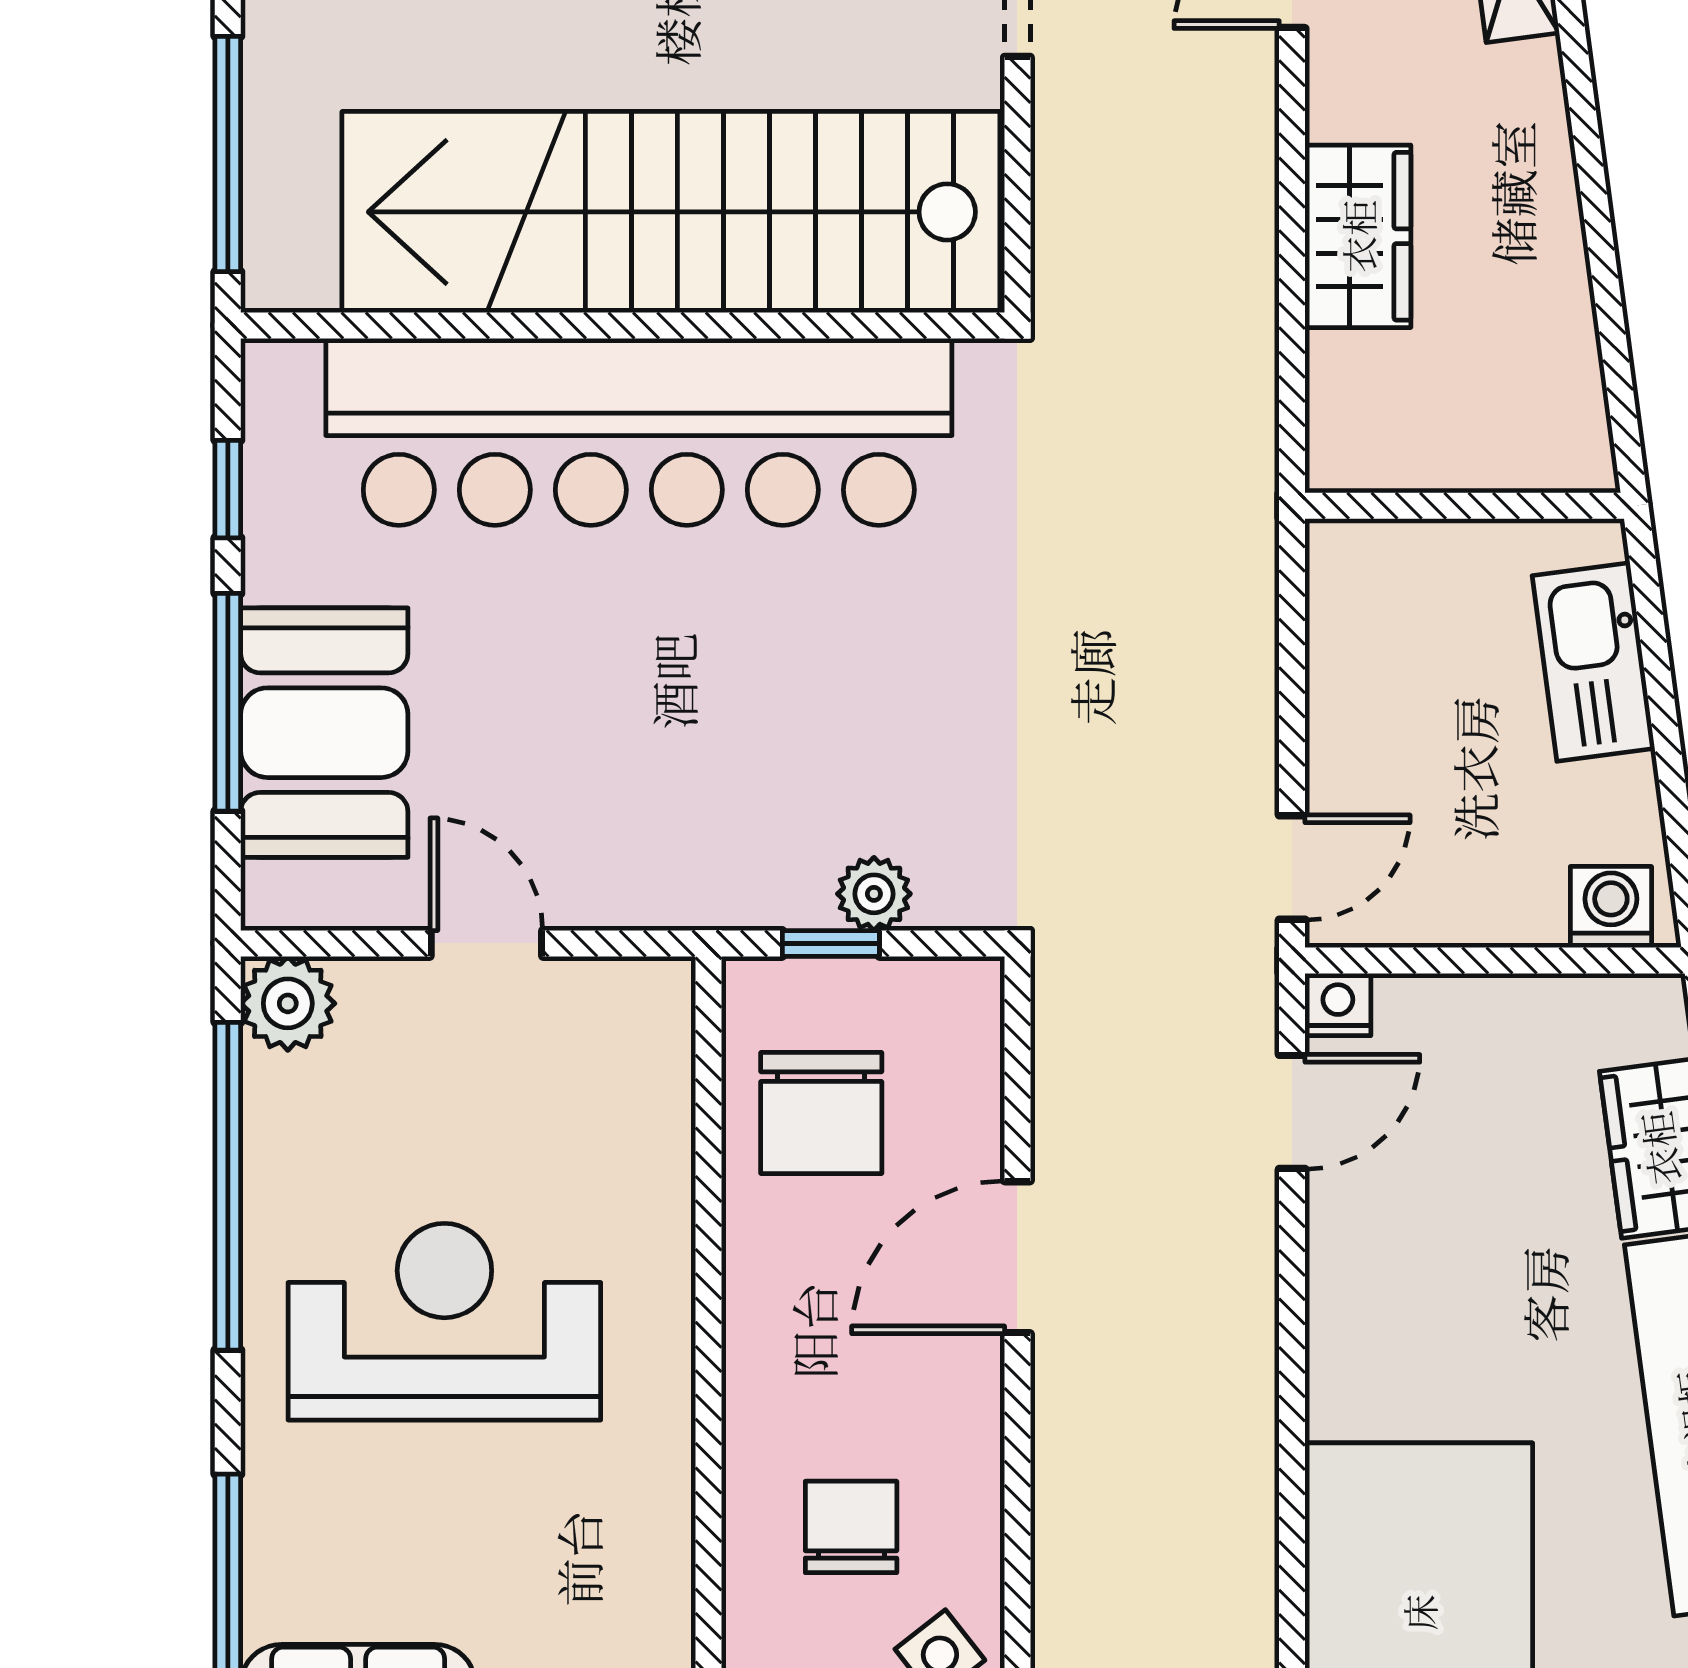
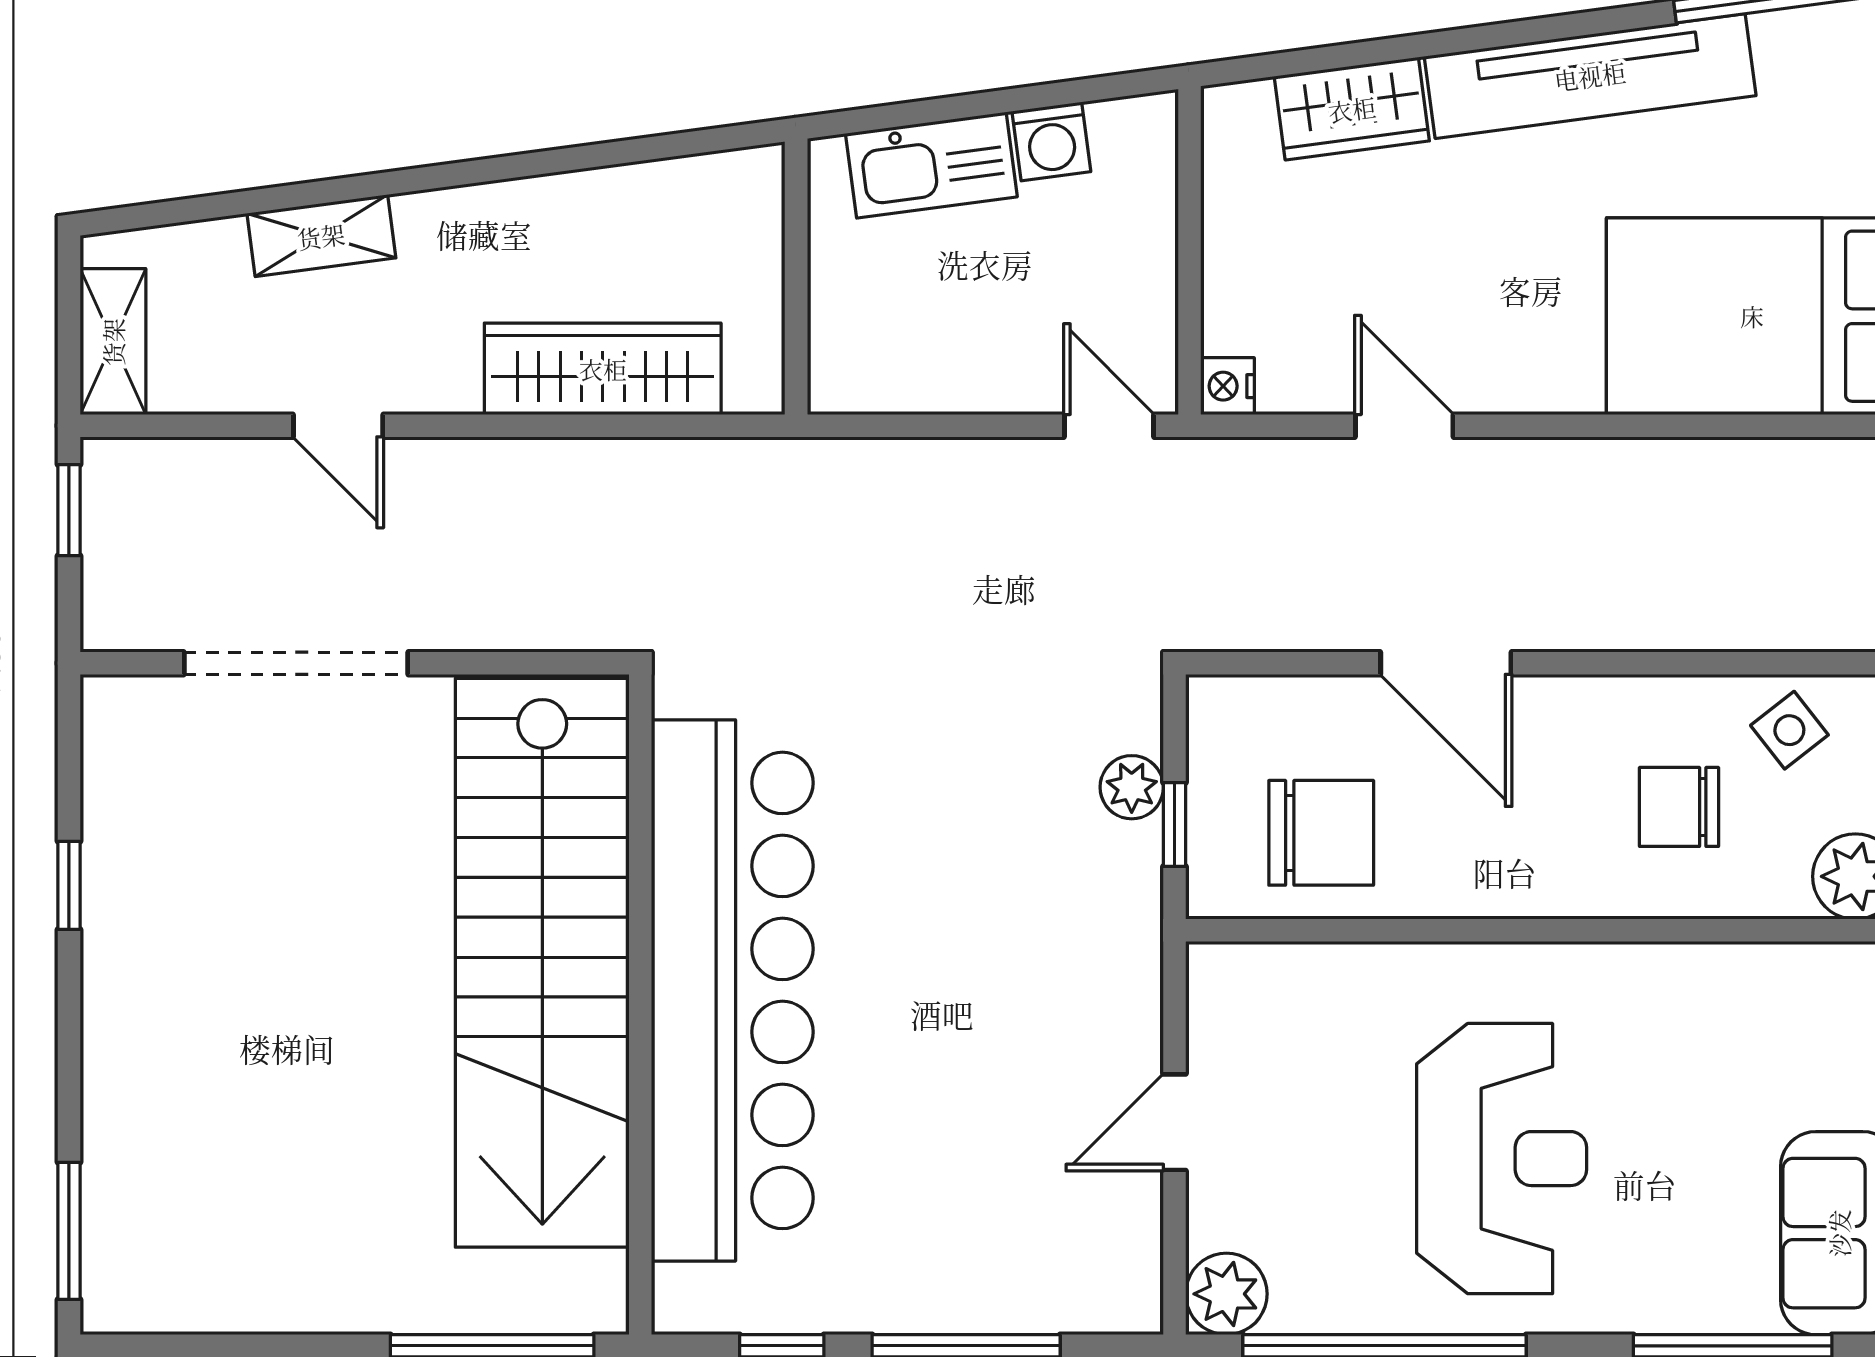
wardrobe: (1358, 236) -> (603, 369), width x1.50
booth: (324, 733) -> (992, 1262), removed
washing machine: (1611, 907) -> (1051, 142), moved, turned -98
door: (1292, 1112) -> (1404, 426), moved
reception desk: (444, 1322) -> (1502, 1159), turned 180

